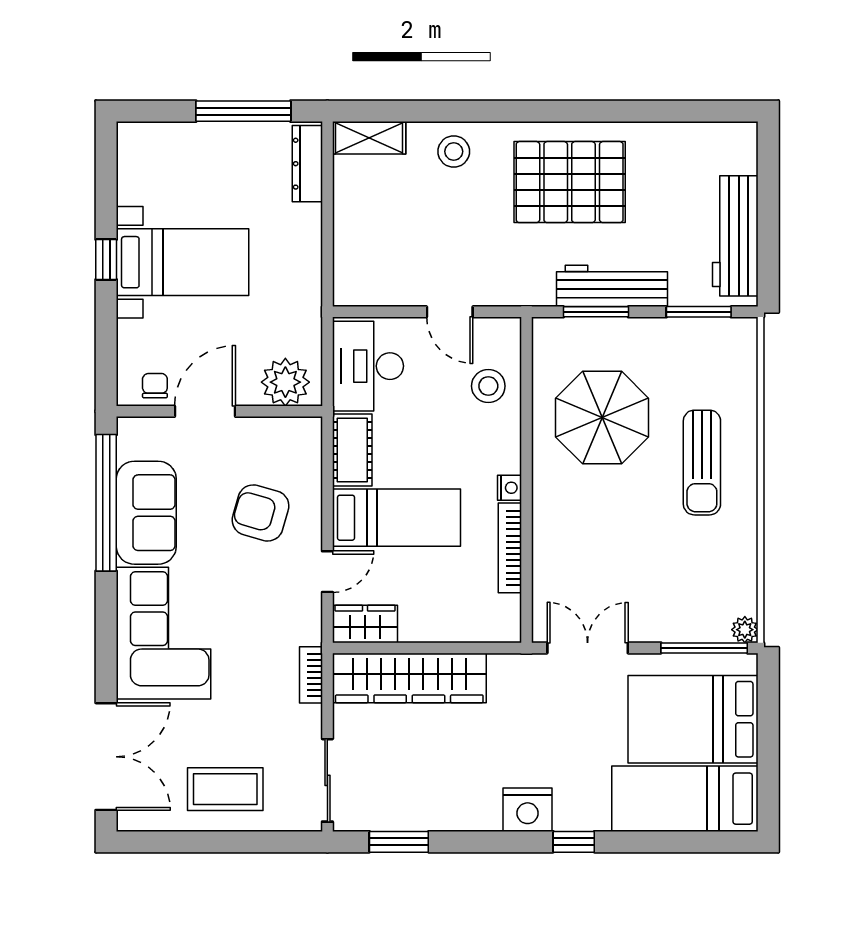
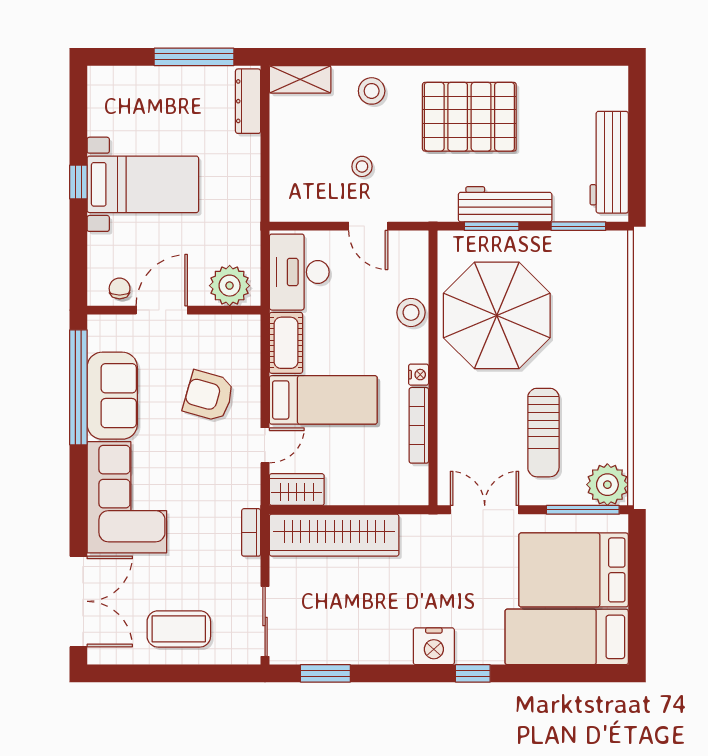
stool: (442, 241) -> (362, 166), added
stool: (488, 386) -> (411, 312), moved
parasol: (602, 418) -> (497, 315), width x1.36, depth x1.36
sun lounger: (702, 463) -> (543, 433), moved
plant: (745, 630) -> (607, 485), width x1.87, depth x1.87

